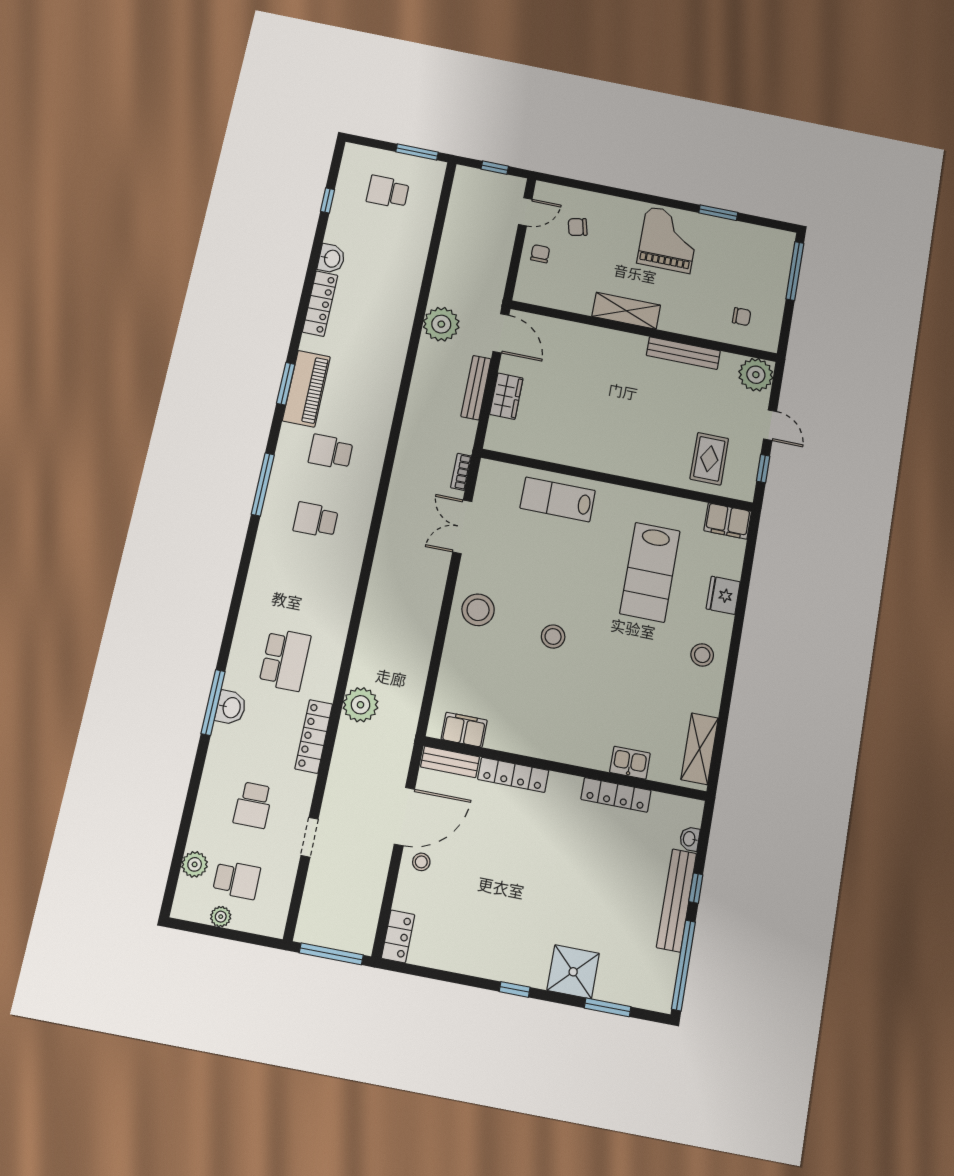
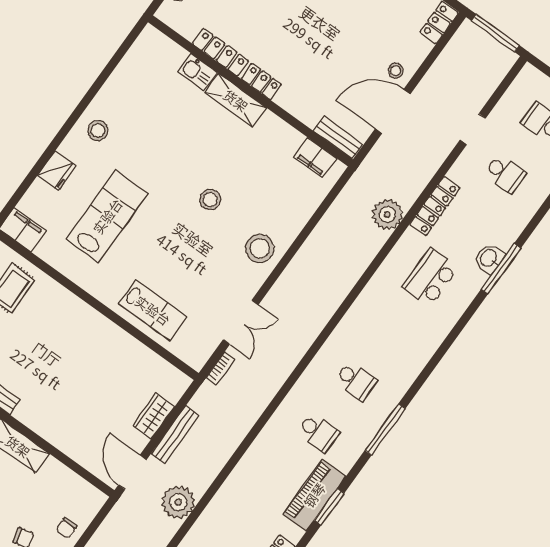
shelving: (700, 749) -> (236, 100), moved, turned 90
locker: (513, 775) -> (261, 82), moved, width x0.66
school desk: (253, 805) -> (505, 174), turned 90

